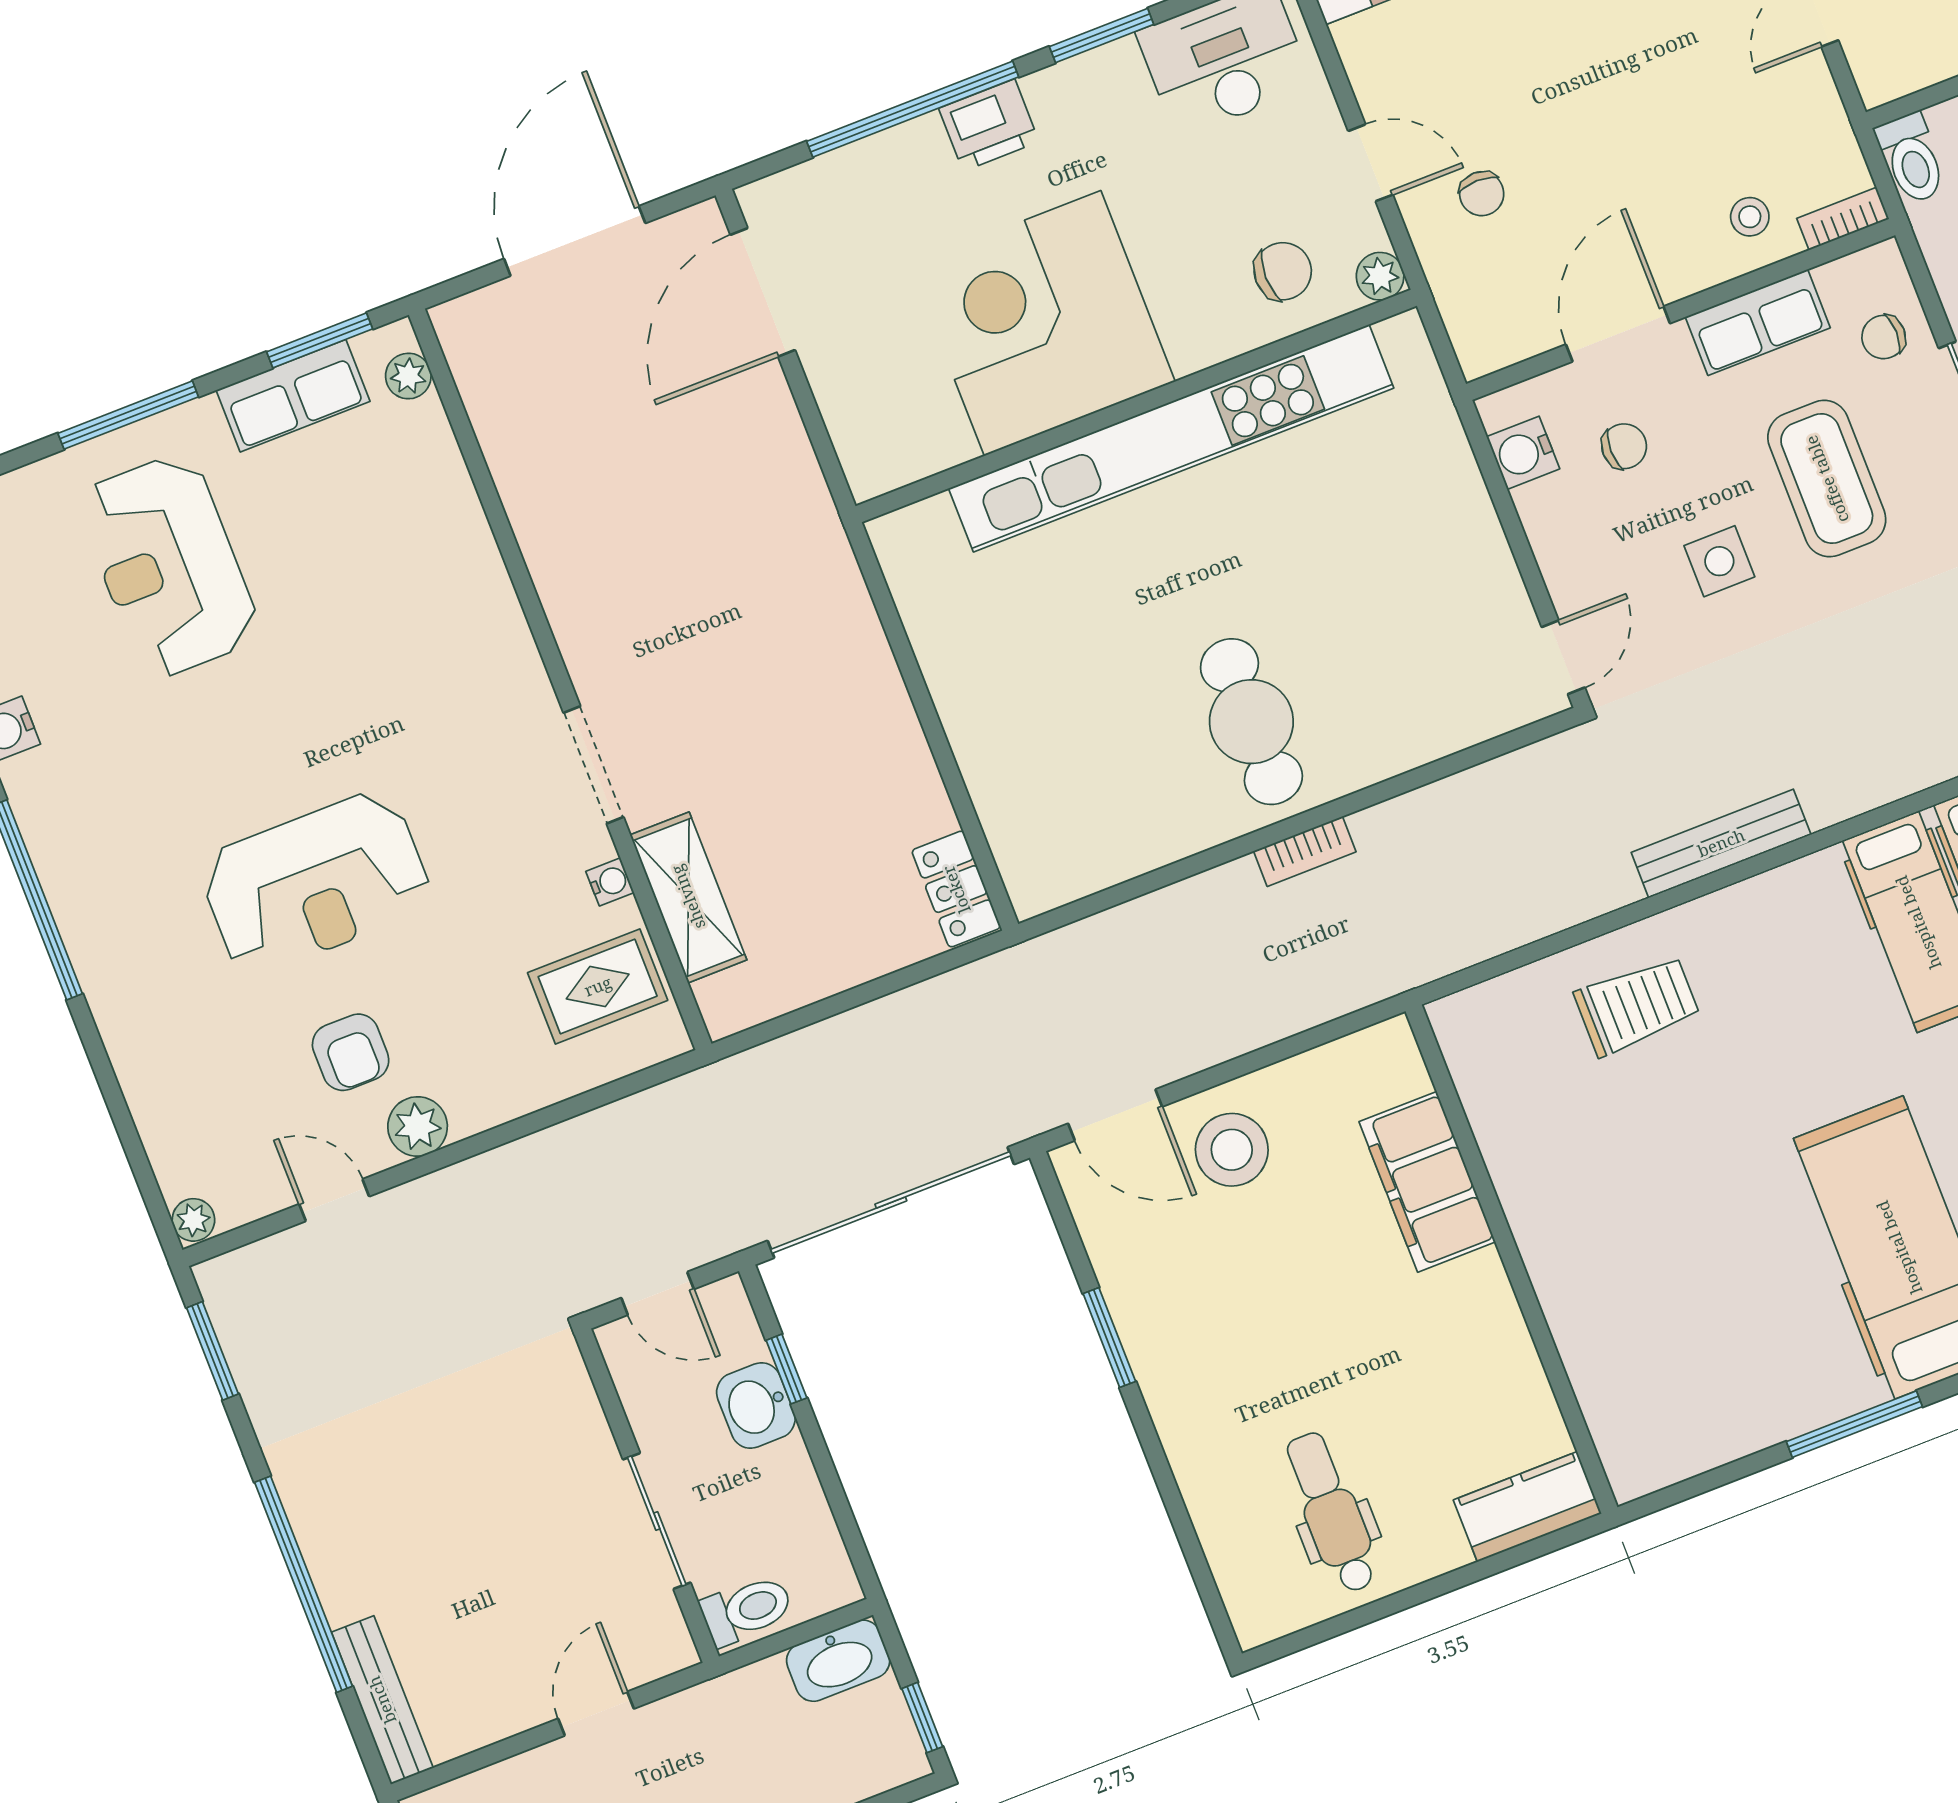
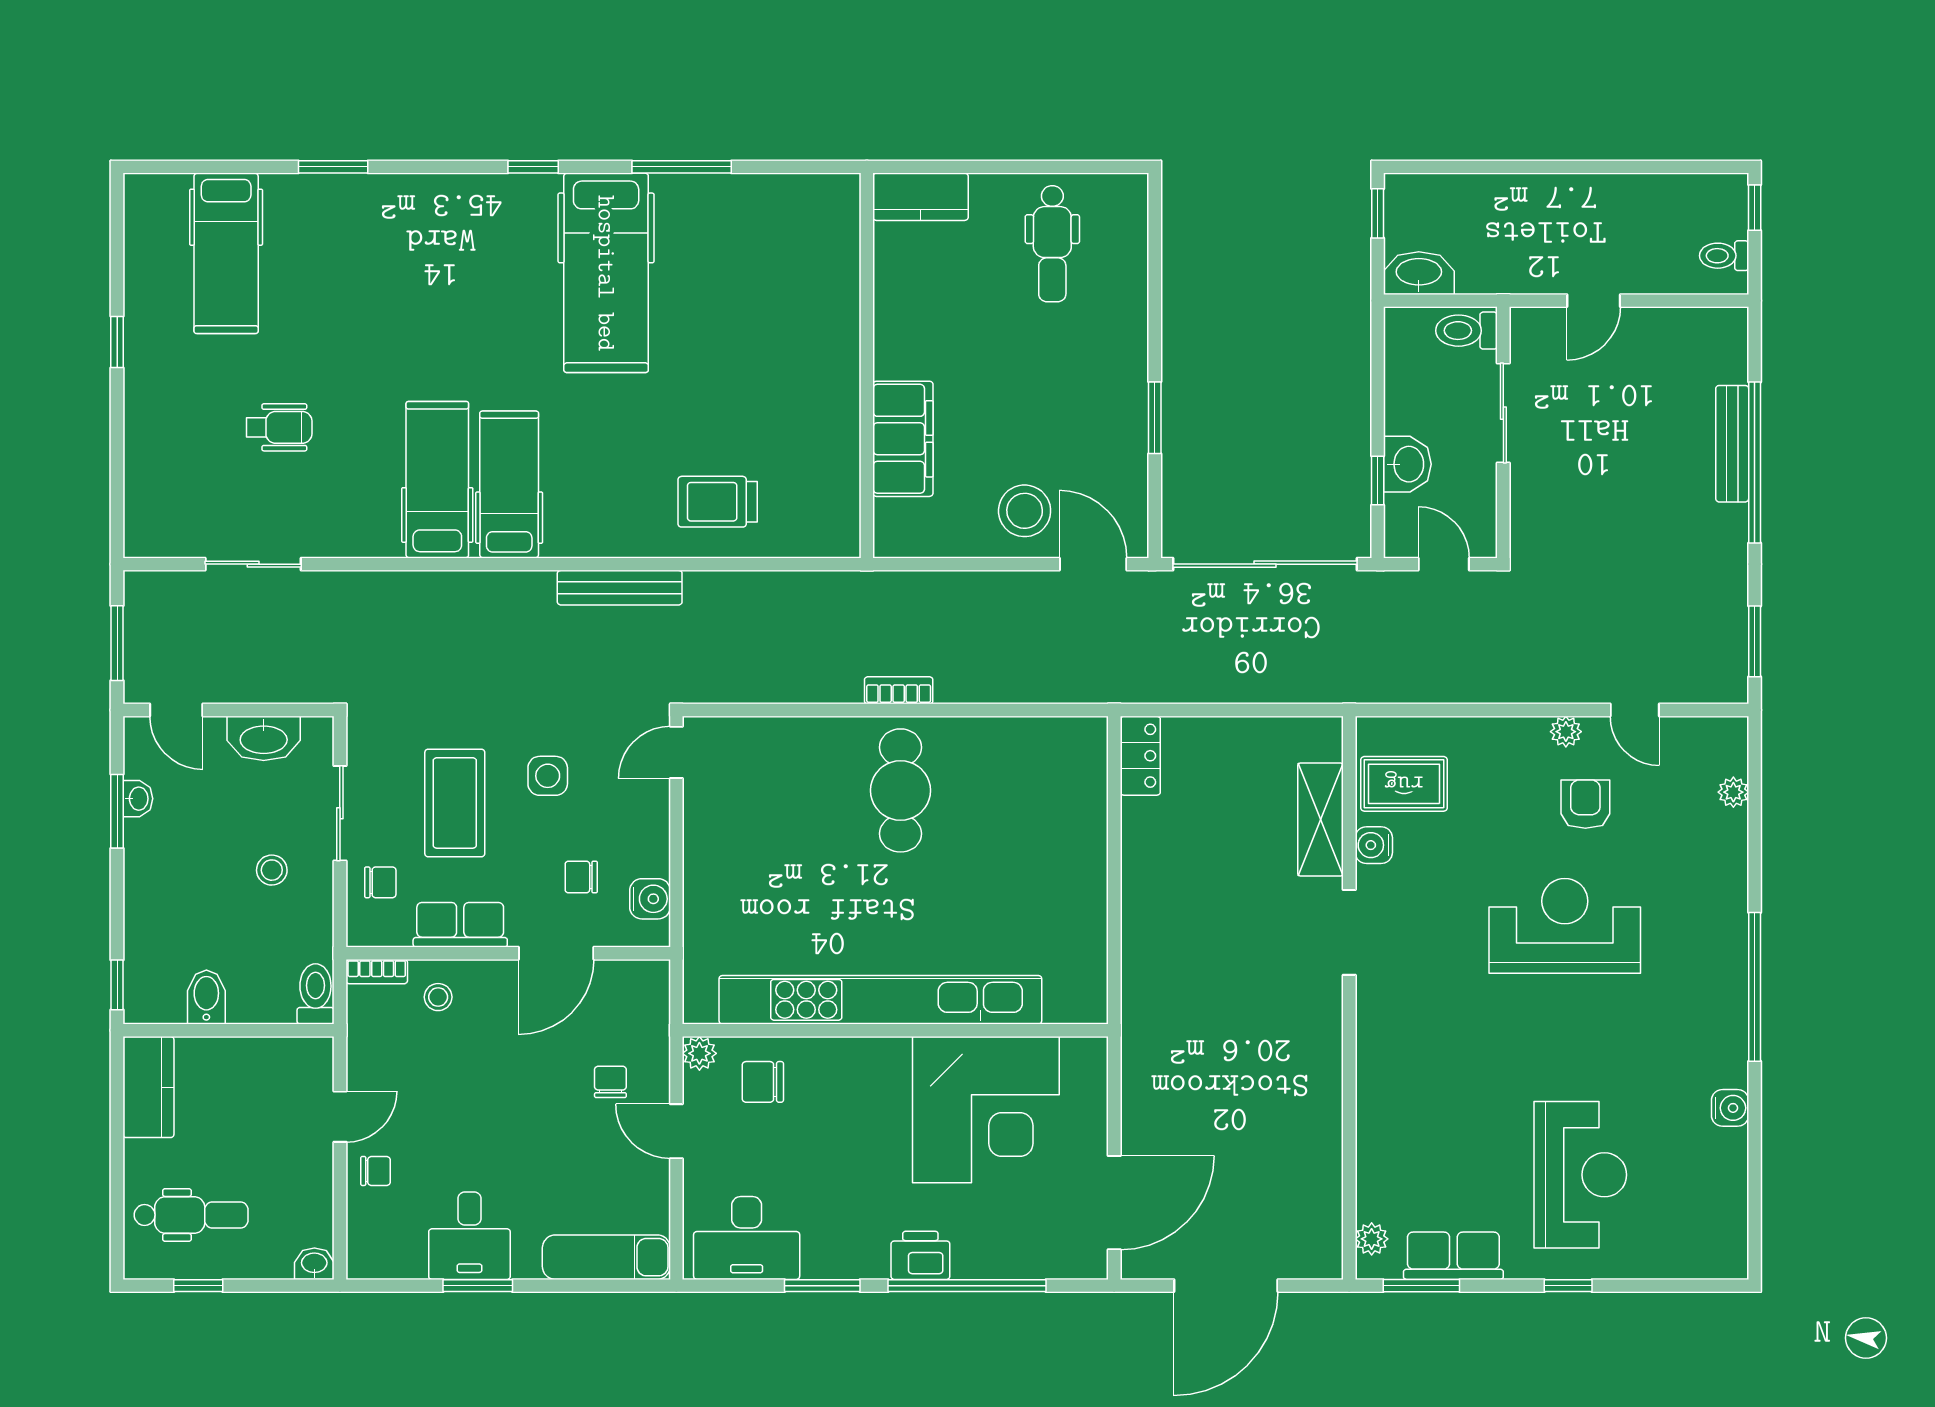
corner desk: (1043, 323) -> (986, 1110), moved
window: (128, 415) -> (1568, 1286), width x0.46
water cooler: (610, 882) -> (1374, 845), width x1.38, depth x1.38
plant: (418, 1127) -> (1566, 732), width x0.73, depth x0.73
plant: (193, 1220) -> (1733, 792), moved
bench: (382, 1700) -> (1732, 444), moved

